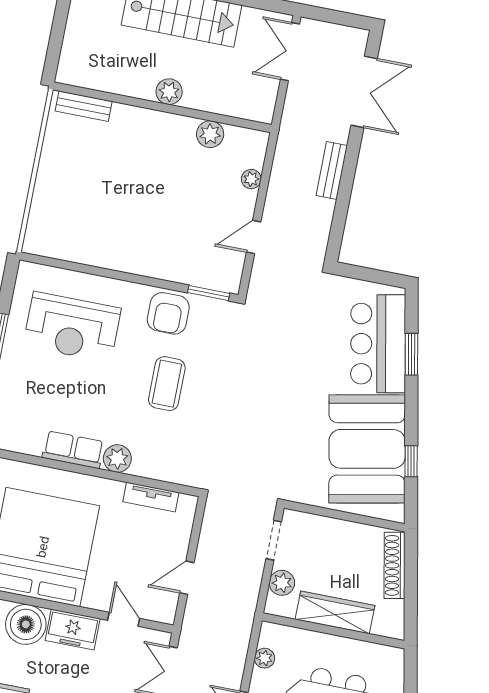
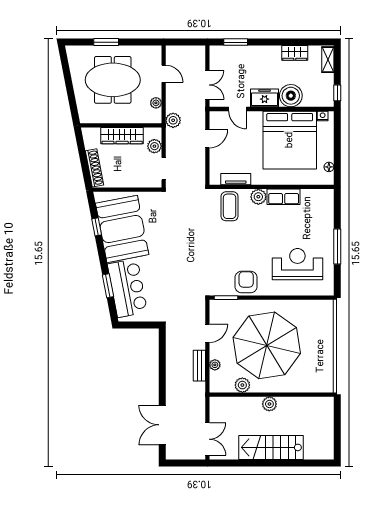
bench: (84, 106) -> (315, 387), removed
bench: (332, 170) -> (199, 366), moved
parasol: (154, 195) -> (267, 345), added
coffee table: (167, 384) -> (230, 206), moved
plant: (240, 622) -> (173, 120), added

